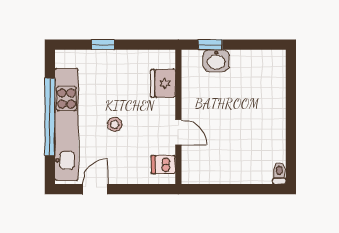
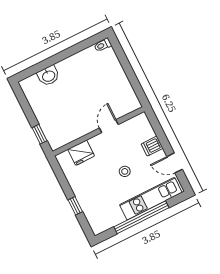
washbasin: (216, 61) -> (48, 76), moved, turned 90
kitchen unit: (66, 124) -> (151, 199), width x0.73
dishwasher: (163, 165) -> (152, 146), moved, turned 90

